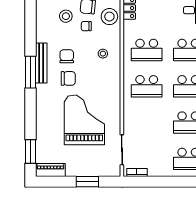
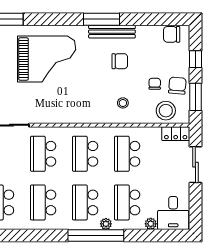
stool: (66, 16) -> (166, 60), removed
chair: (68, 78) -> (172, 34), moved, turned 90
grand piano: (84, 120) -> (47, 59), moved
school desk: (147, 123) -> (43, 154), added

